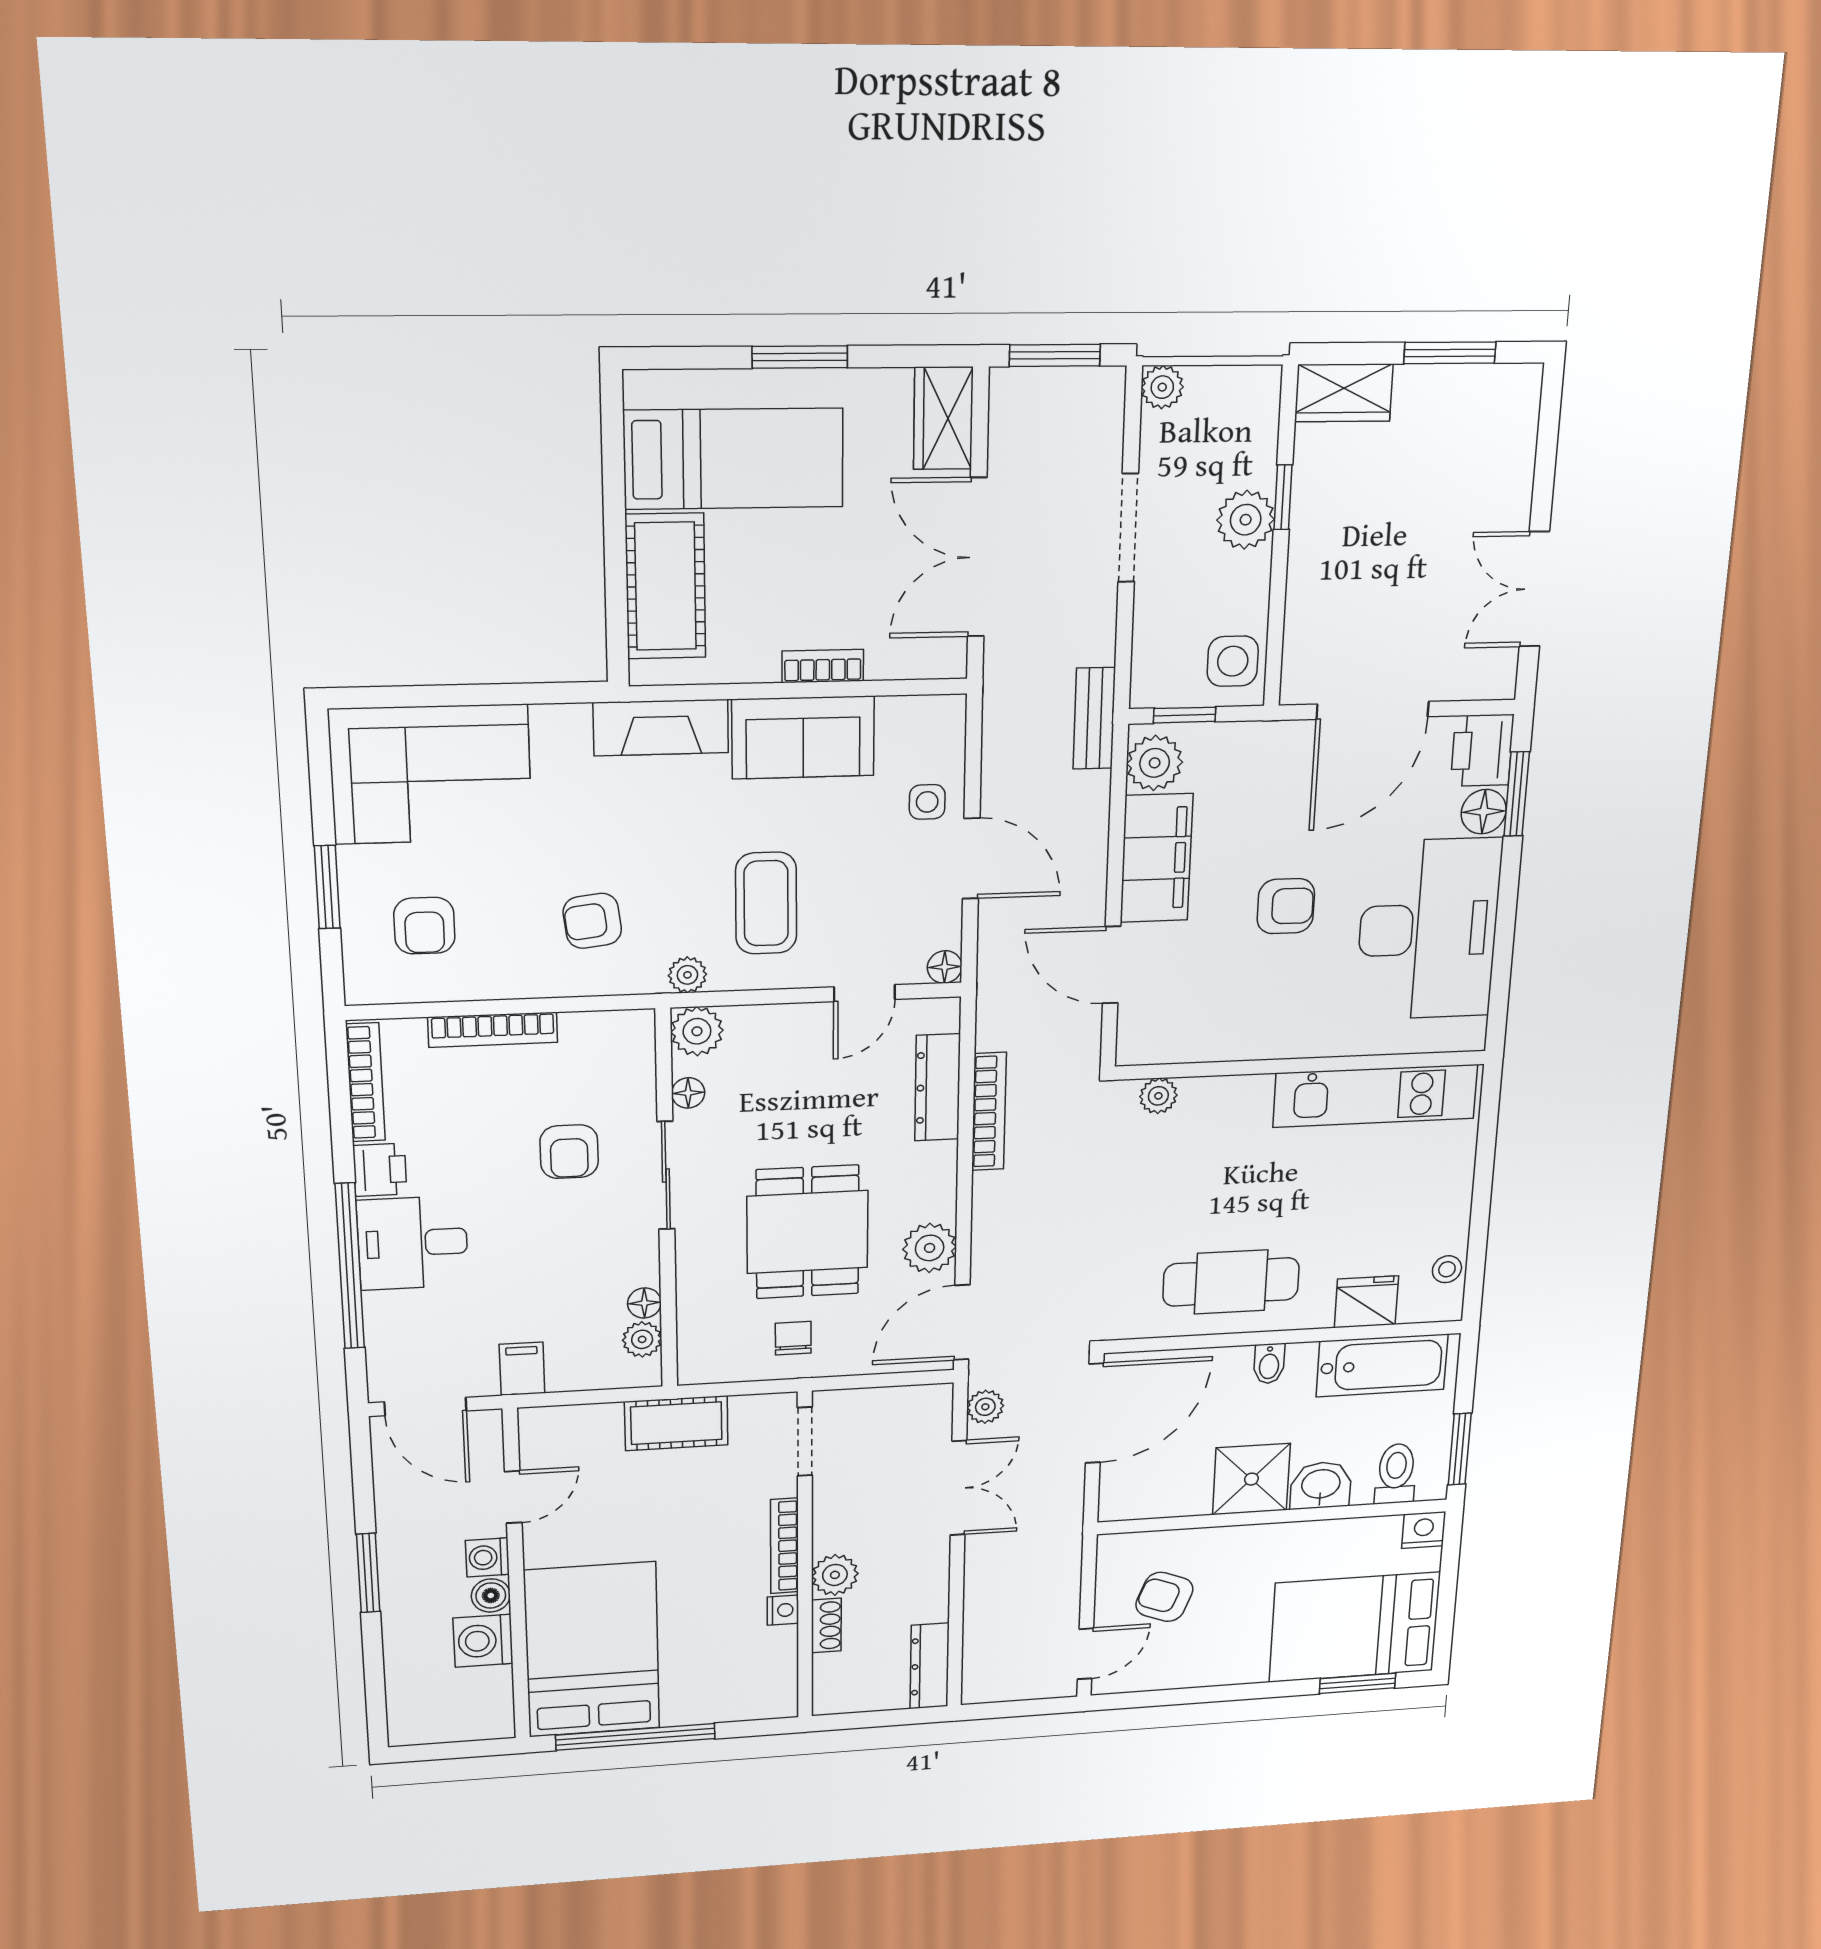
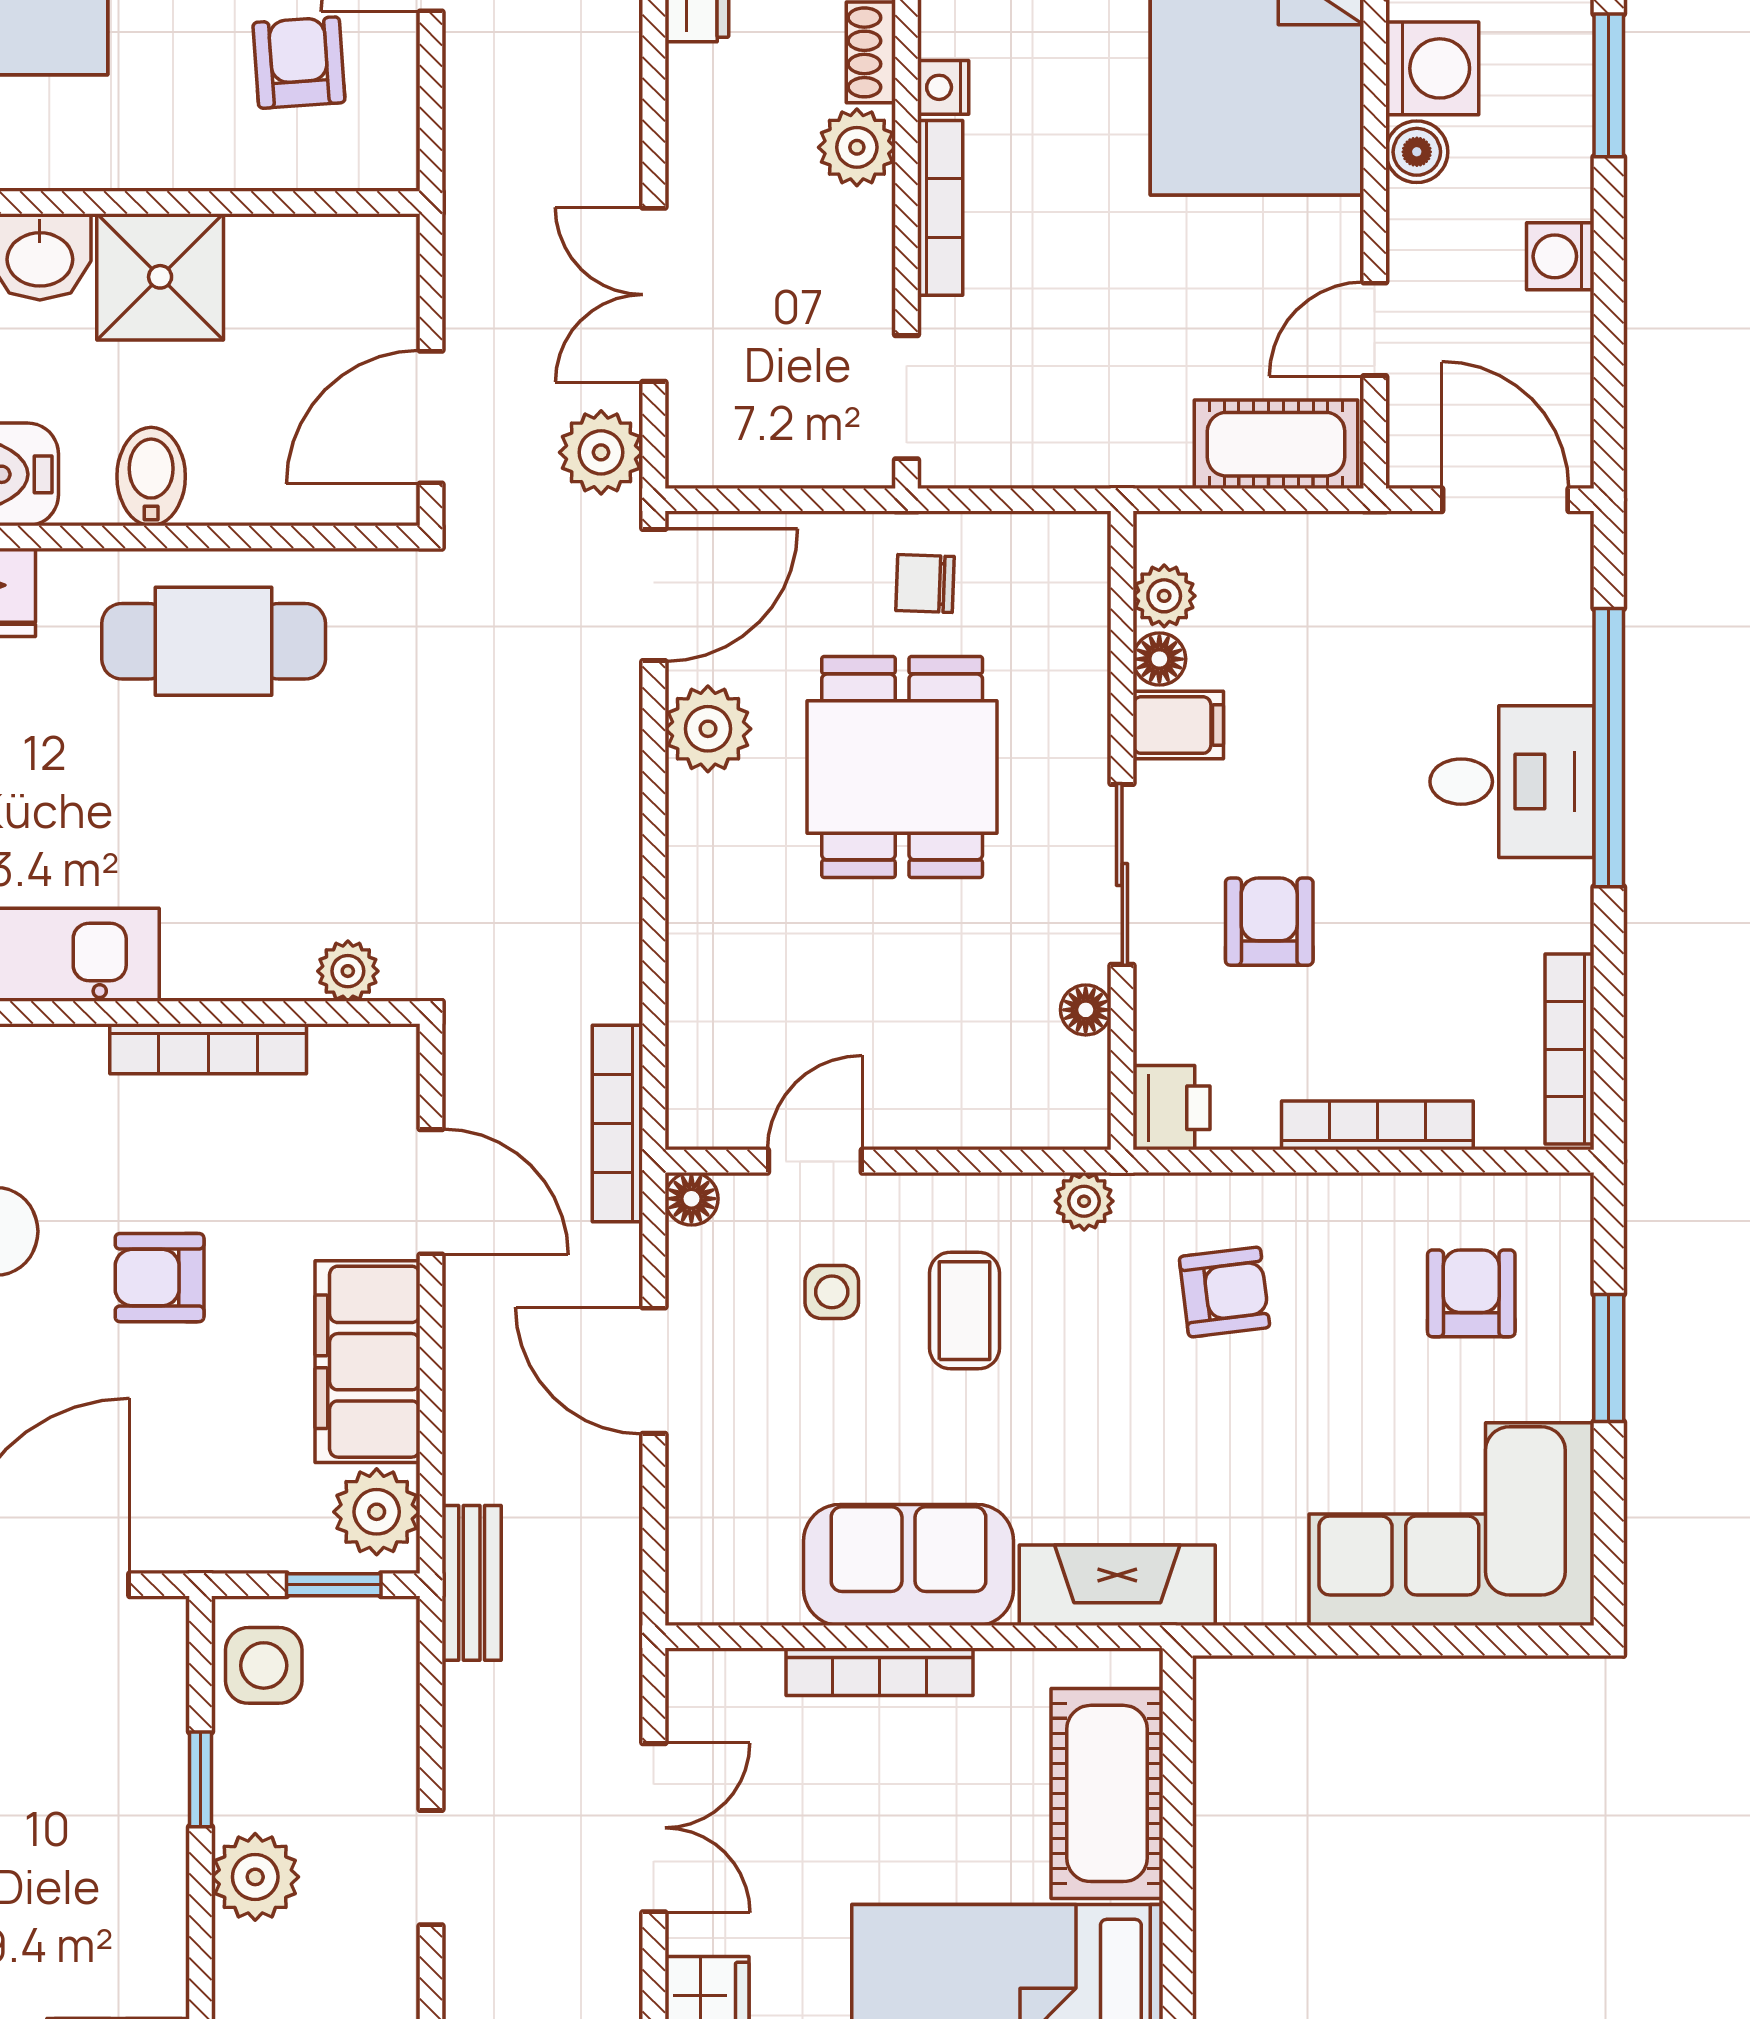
window: (1283, 497) -> (201, 1779), moved
doorway: (1128, 528) -> (431, 1868), width x0.73
double door: (977, 557) -> (654, 1828), width x0.73
bookcase: (823, 666) -> (880, 1672), width x1.56
side table: (927, 802) -> (832, 1292), moved
coffee table: (766, 903) -> (965, 1311), width x0.73, depth x0.77
plant: (697, 1031) -> (1071, 1110), removed
bookcase: (1248, 1046) -> (208, 1049), added
dresser: (938, 1087) -> (699, 1001), removed
bookcase: (989, 1112) -> (618, 1124), moved
printer: (380, 1170) -> (1172, 1108), moved, turned 180
chair: (793, 1338) -> (925, 584), turned 92
bidet: (1269, 1364) -> (151, 476), width x1.38, depth x1.36
filing cabinet: (522, 1369) -> (1178, 725), moved, turned -90
plant: (985, 1407) -> (601, 452), width x1.38, depth x1.38
door: (1095, 1413) -> (431, 417), width x0.73
cot: (676, 1423) -> (1276, 444), moved
washing machine: (487, 1557) -> (1560, 256), moved, turned 180
window: (368, 1573) -> (1609, 85), moved
armchair: (1164, 1597) -> (299, 63), turned -115

